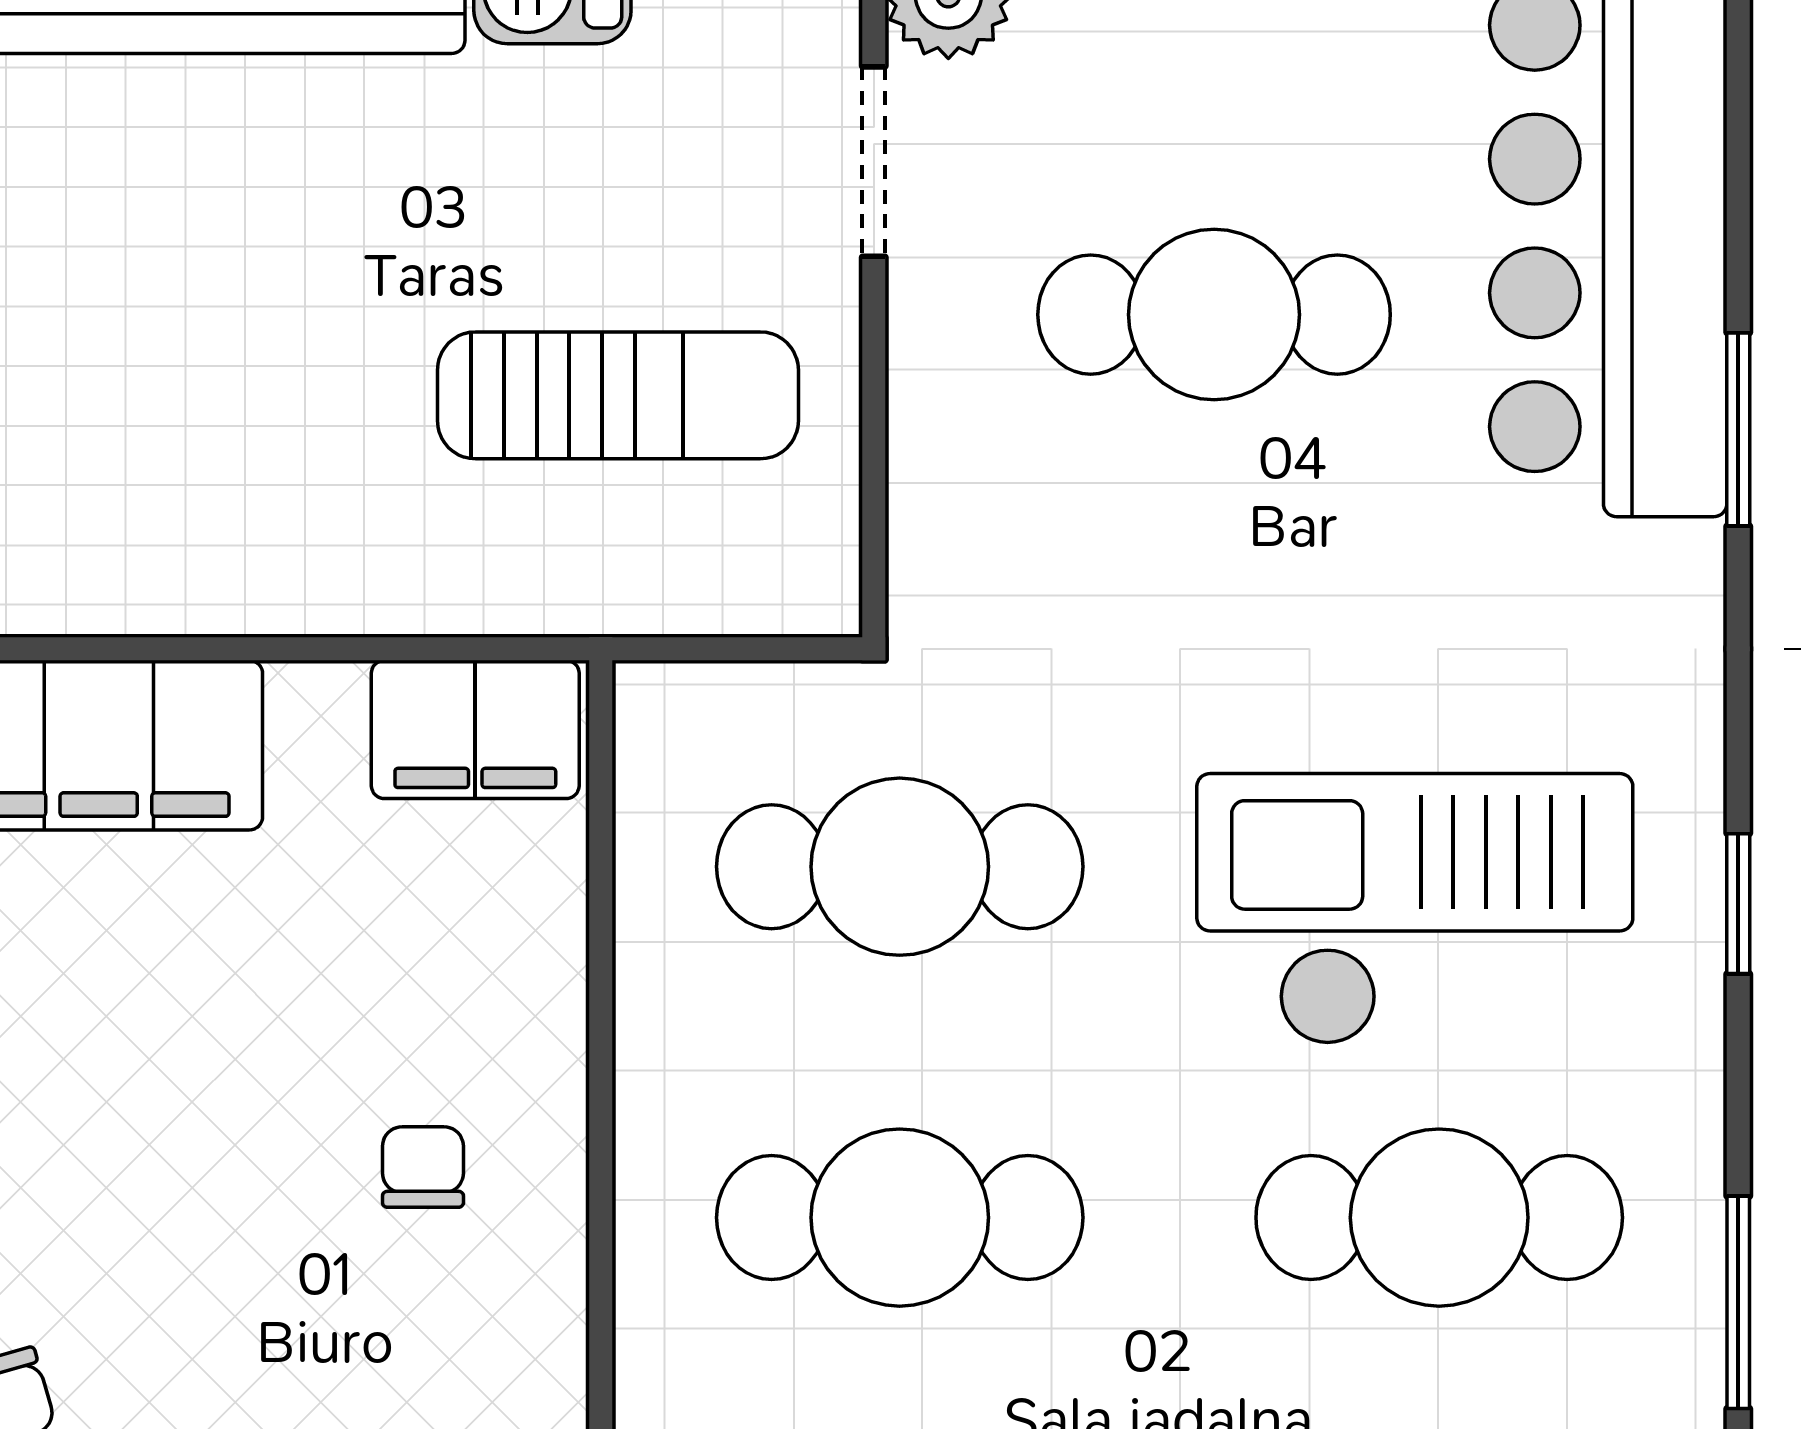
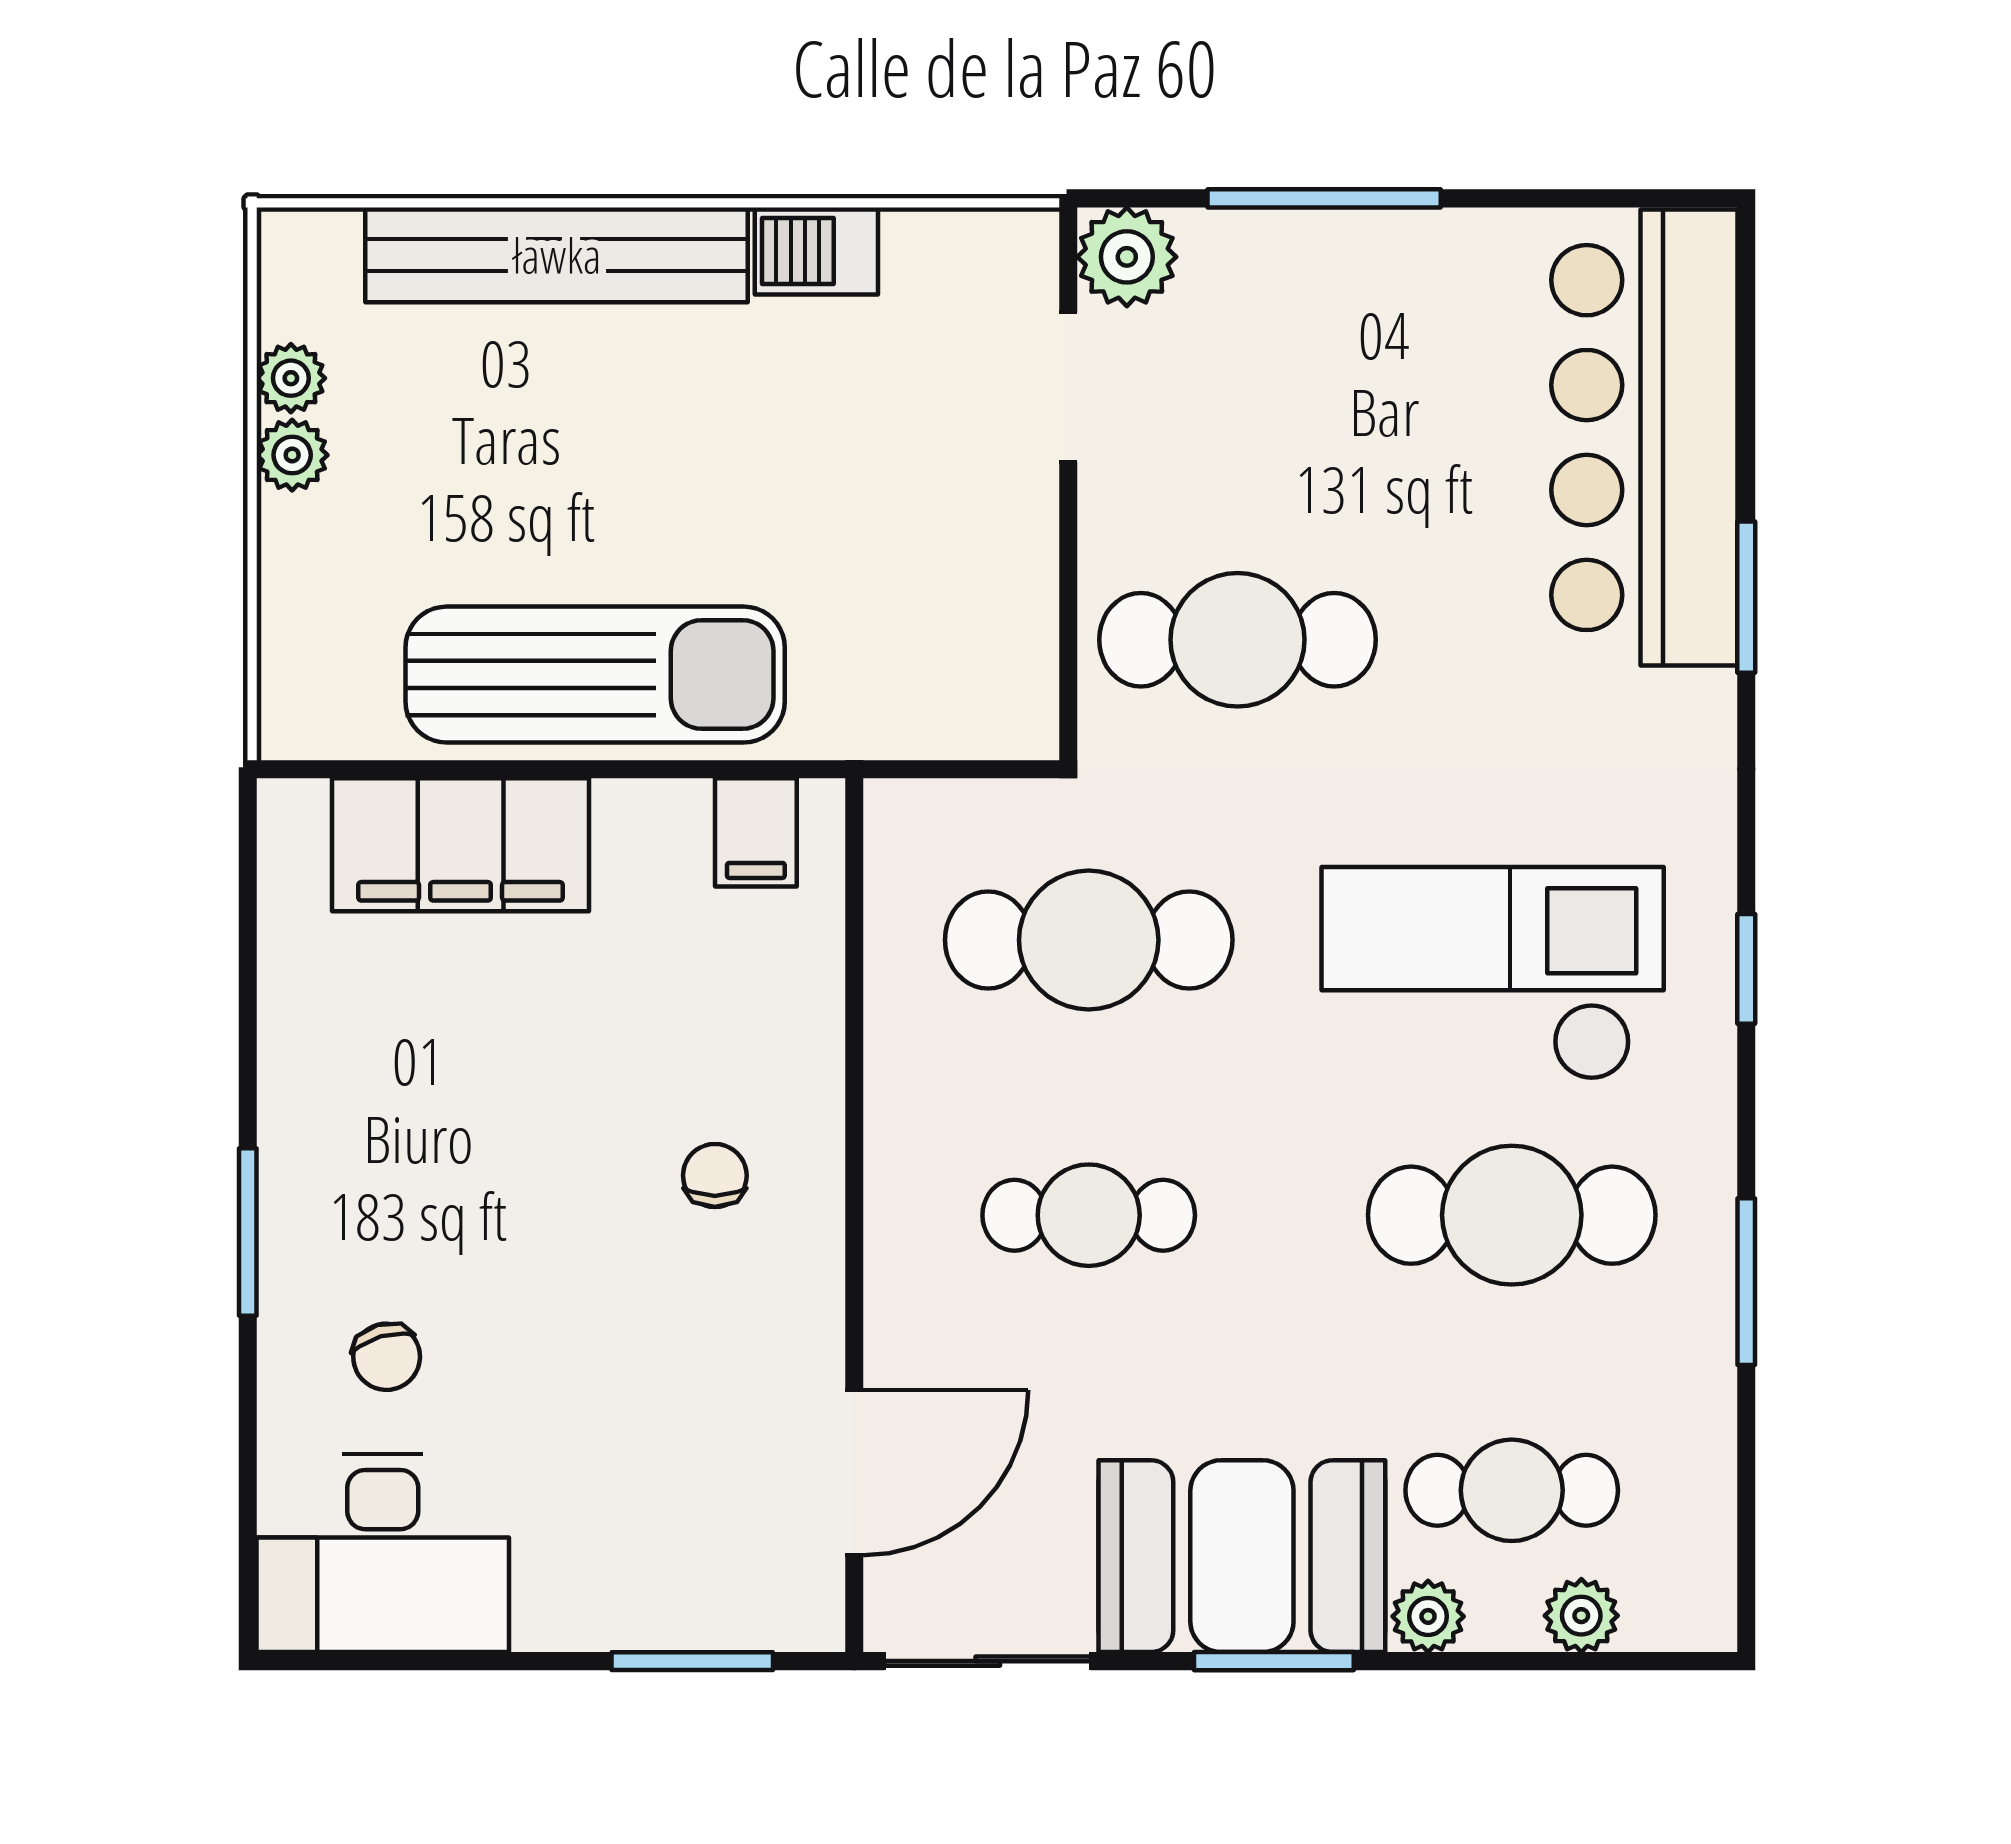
cafe table: (1214, 315) -> (1238, 640), moved
sun lounger: (618, 395) -> (595, 675), moved, width x1.36, depth x1.34
filing cabinet: (475, 729) -> (756, 832), width x0.50
cafe table: (900, 1218) -> (1089, 1215), width x0.73, depth x0.74

